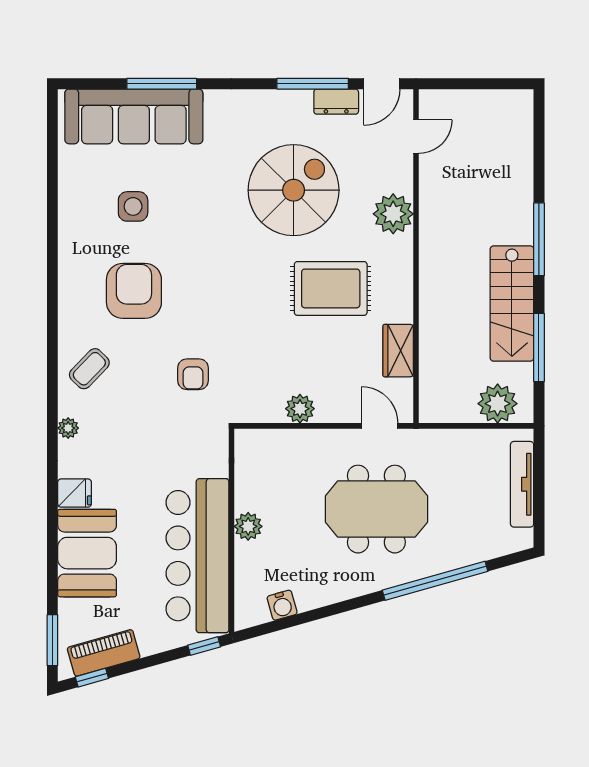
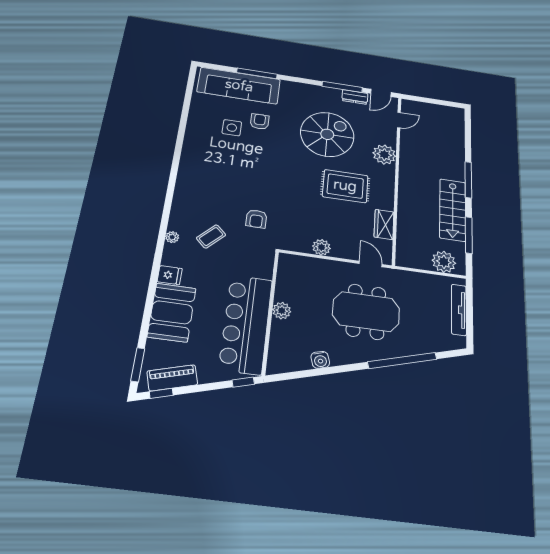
armchair: (134, 291) -> (260, 122), moved, width x0.53, depth x0.53
coffee table: (89, 369) -> (211, 236), moved
water cooler: (282, 605) -> (320, 360), moved

